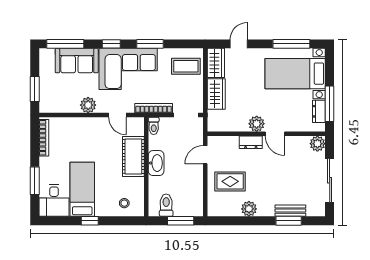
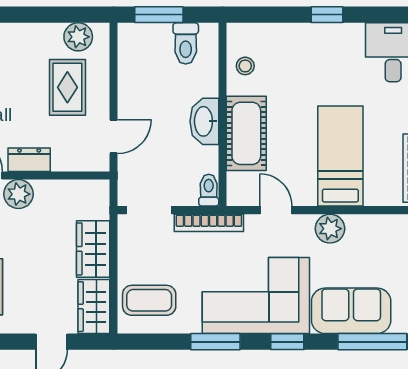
rug: (230, 181) -> (67, 87), turned 90
bed: (82, 189) -> (340, 156), moved, turned 180
stool: (124, 203) -> (245, 66), moved
plant: (249, 209) -> (78, 37), moved

